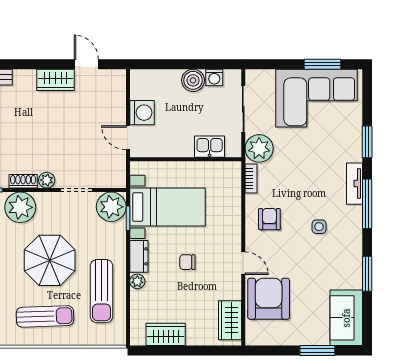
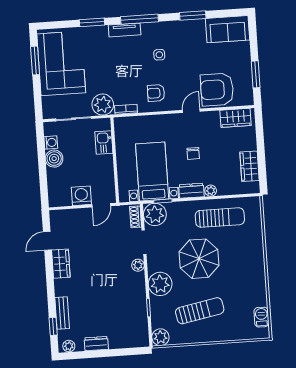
shoe rack: (23, 181) -> (136, 217), moved
sun lounger: (45, 316) -> (242, 259), removed
window: (317, 350) -> (256, 74), moved

